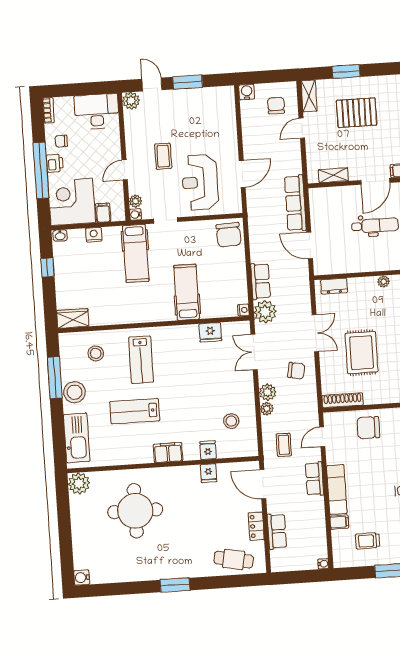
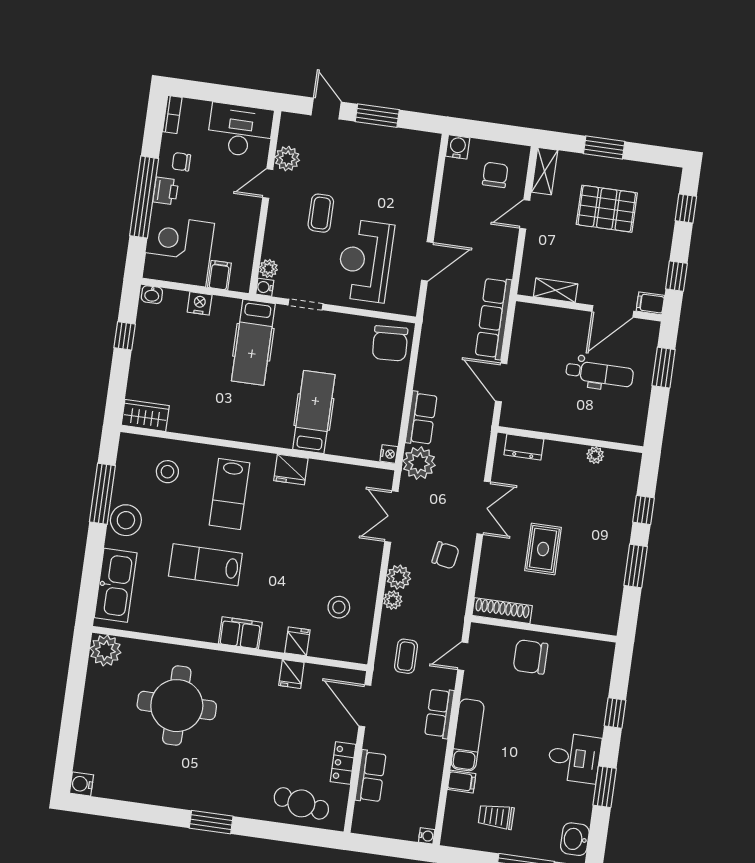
plant: (131, 101) -> (287, 159), moved
door: (125, 170) -> (268, 183), moved
fridge: (210, 332) -> (291, 469), moved
rug: (362, 353) -> (543, 549), width x0.73, depth x0.70

